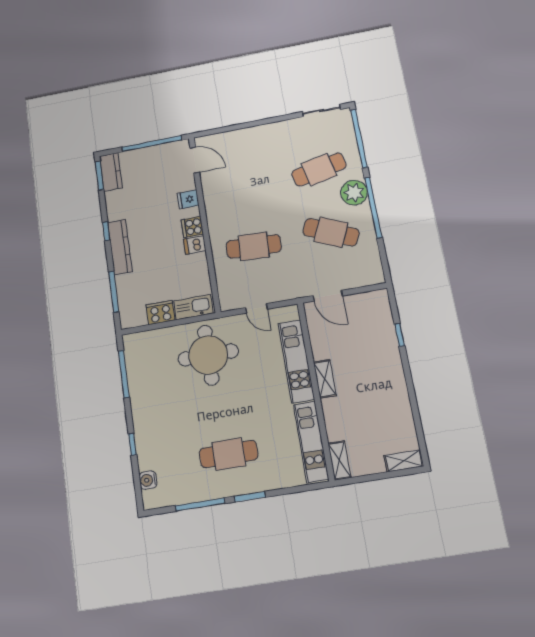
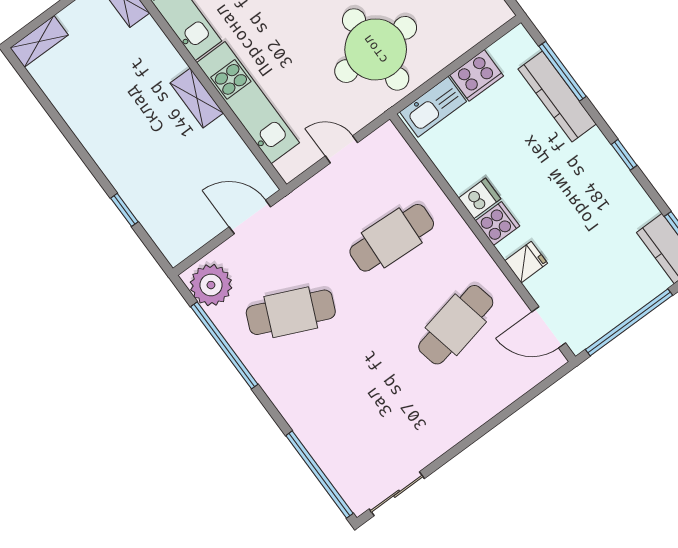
cafe table: (319, 170) -> (456, 325), moved
plant: (354, 193) -> (211, 285), moved
window: (373, 208) -> (224, 345), moved
kitchen counter: (120, 247) -> (557, 97), moved

